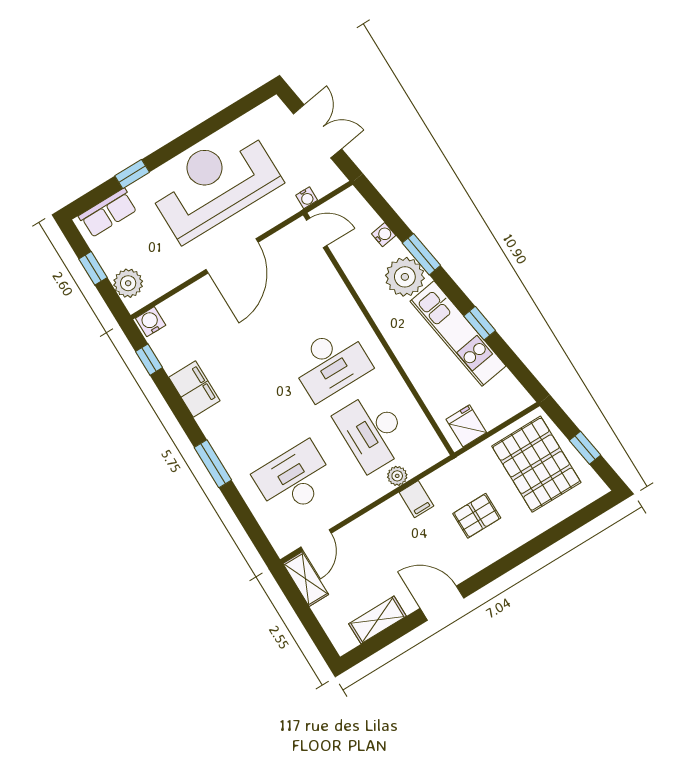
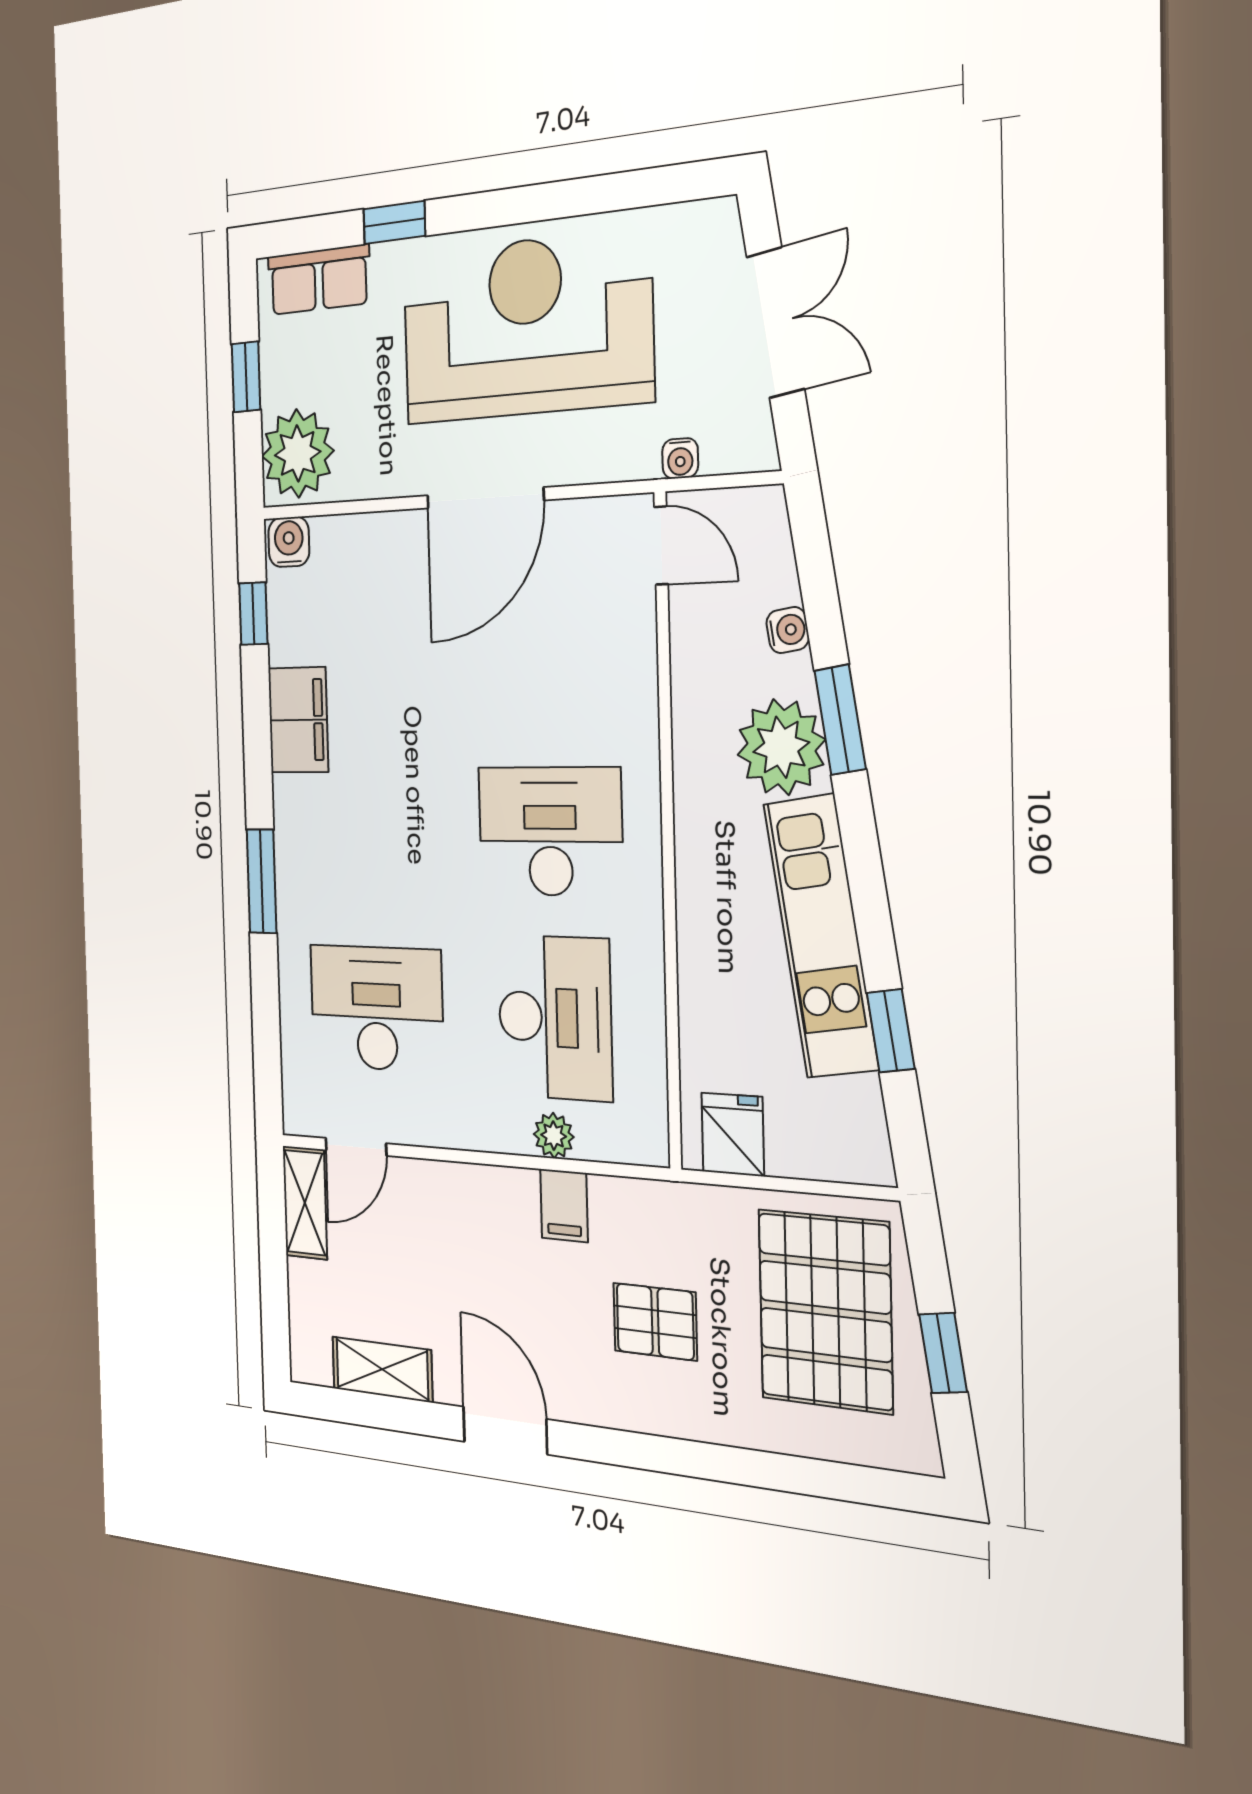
plant: (128, 283) -> (298, 453), width x1.36, depth x1.36
window: (480, 323) -> (891, 1031), moved
desk: (331, 363) -> (550, 831), turned 180
desk: (372, 431) -> (555, 1018), turned 180

